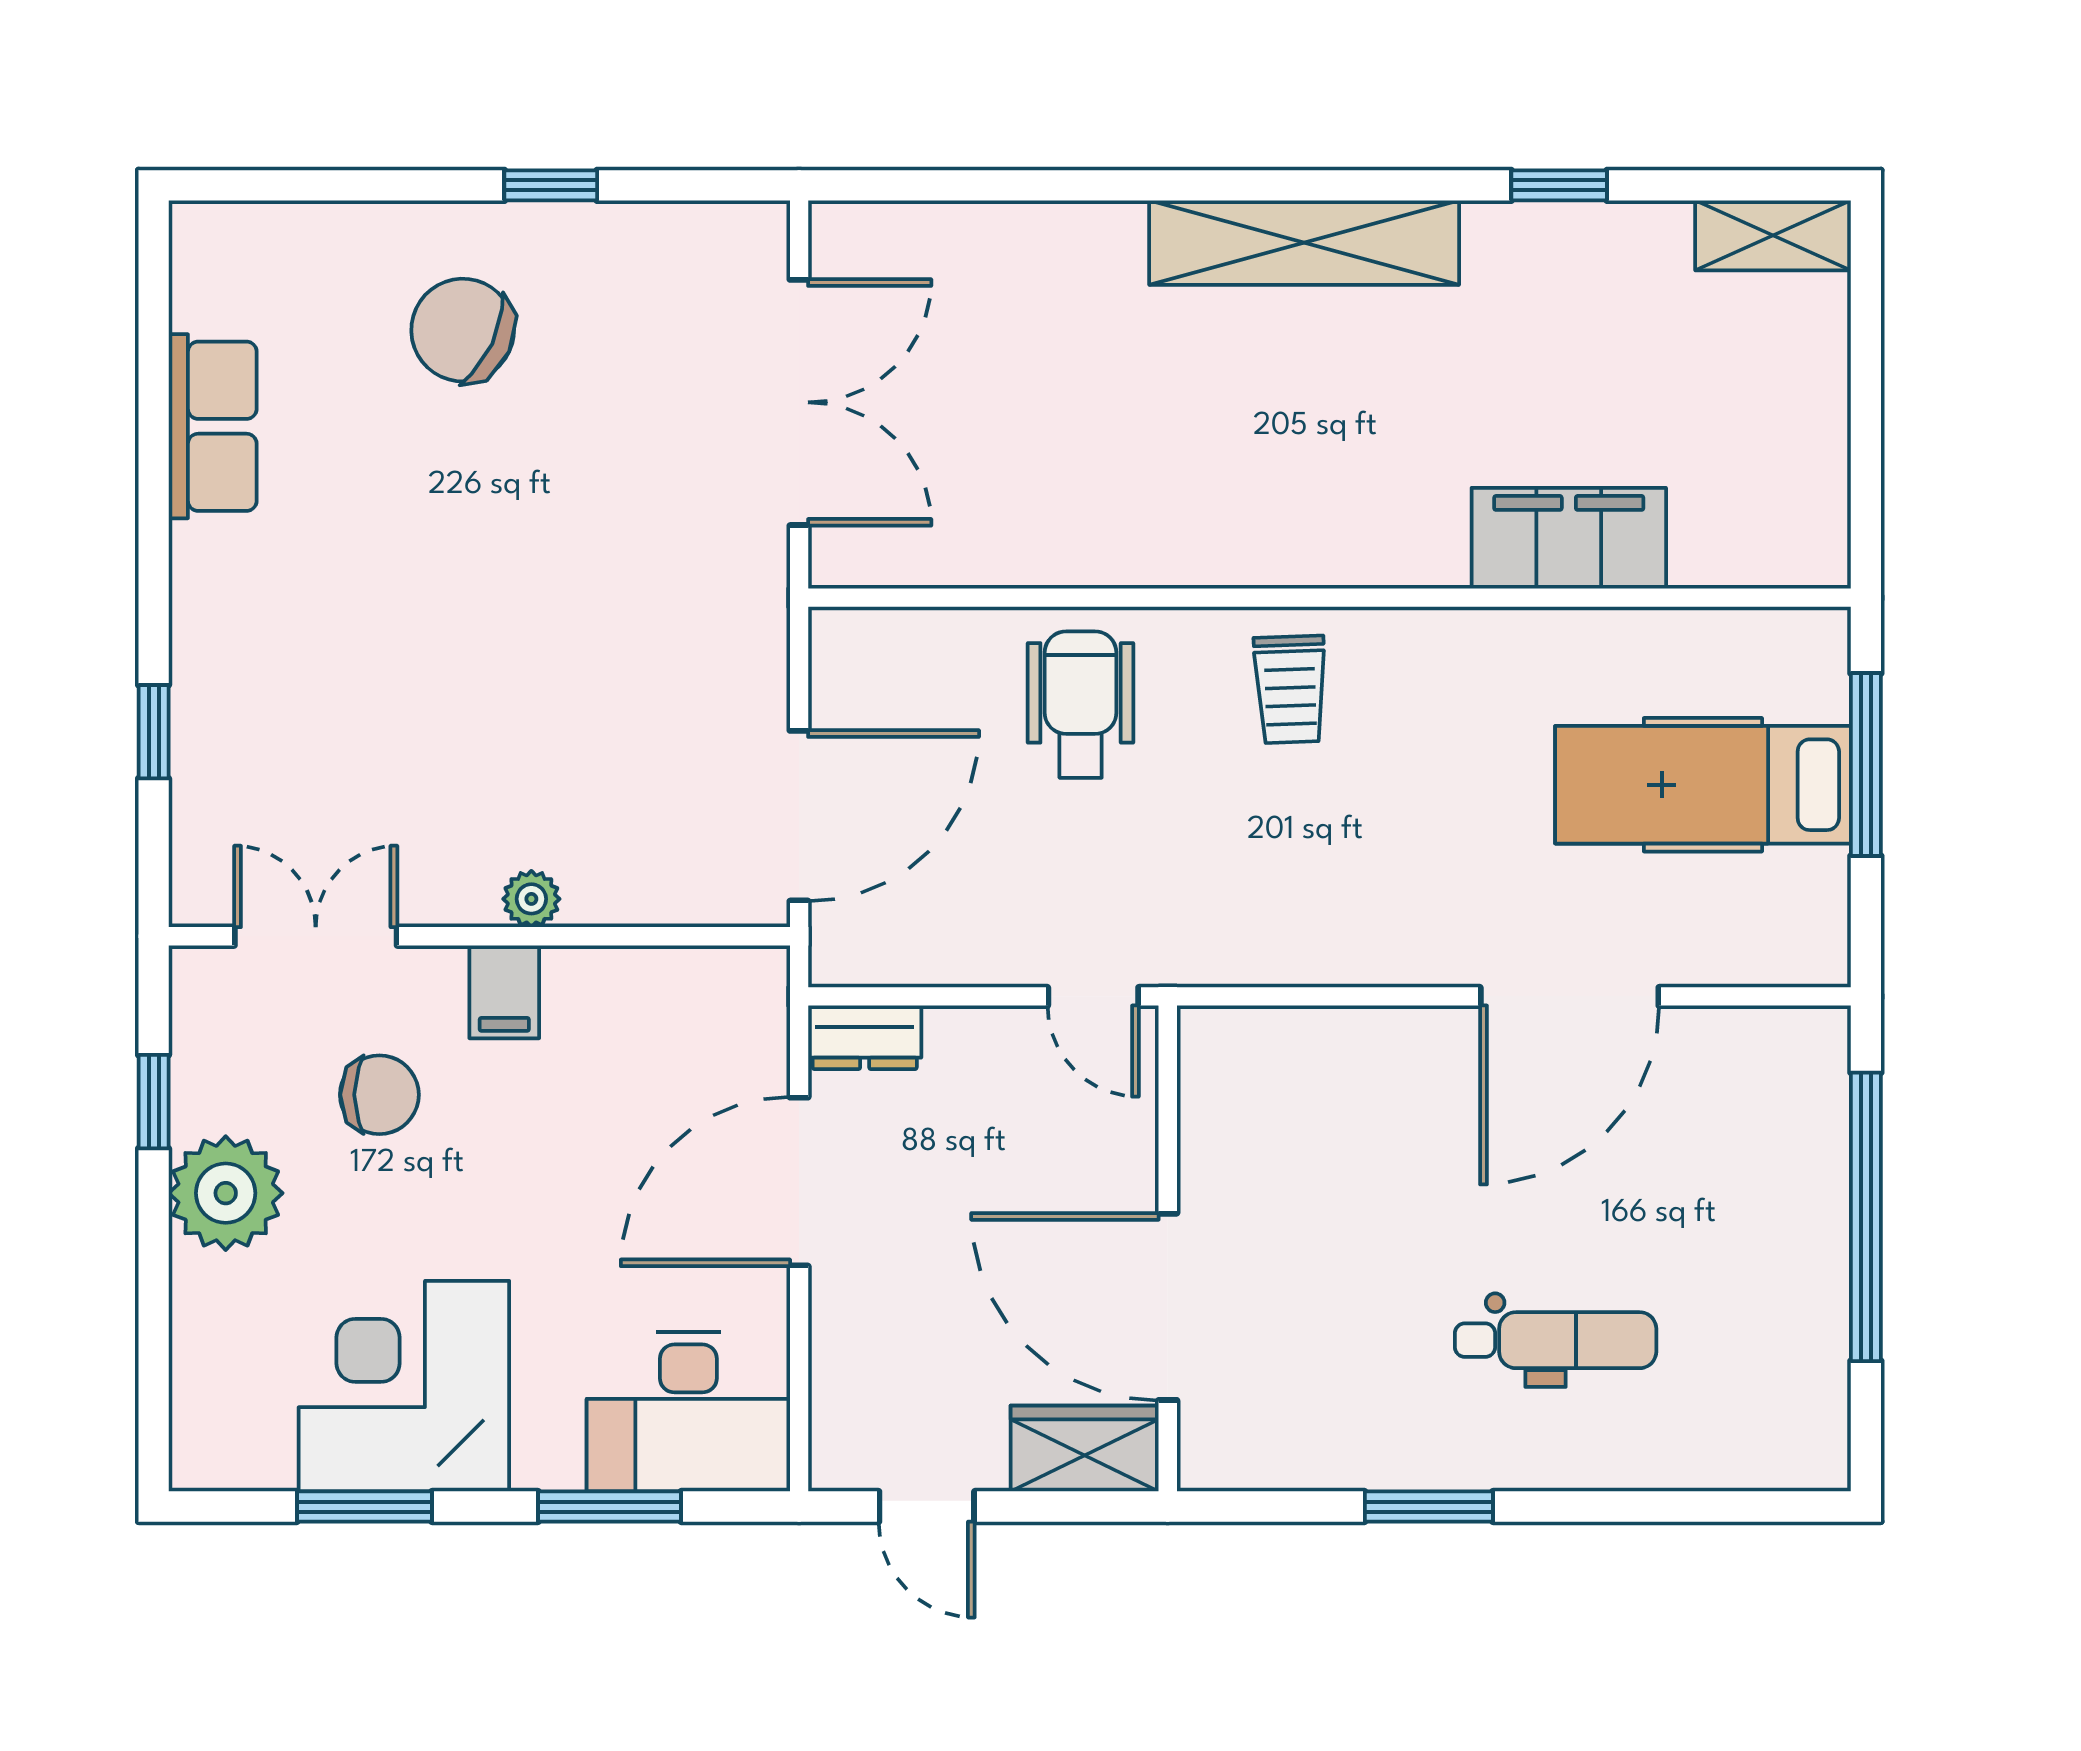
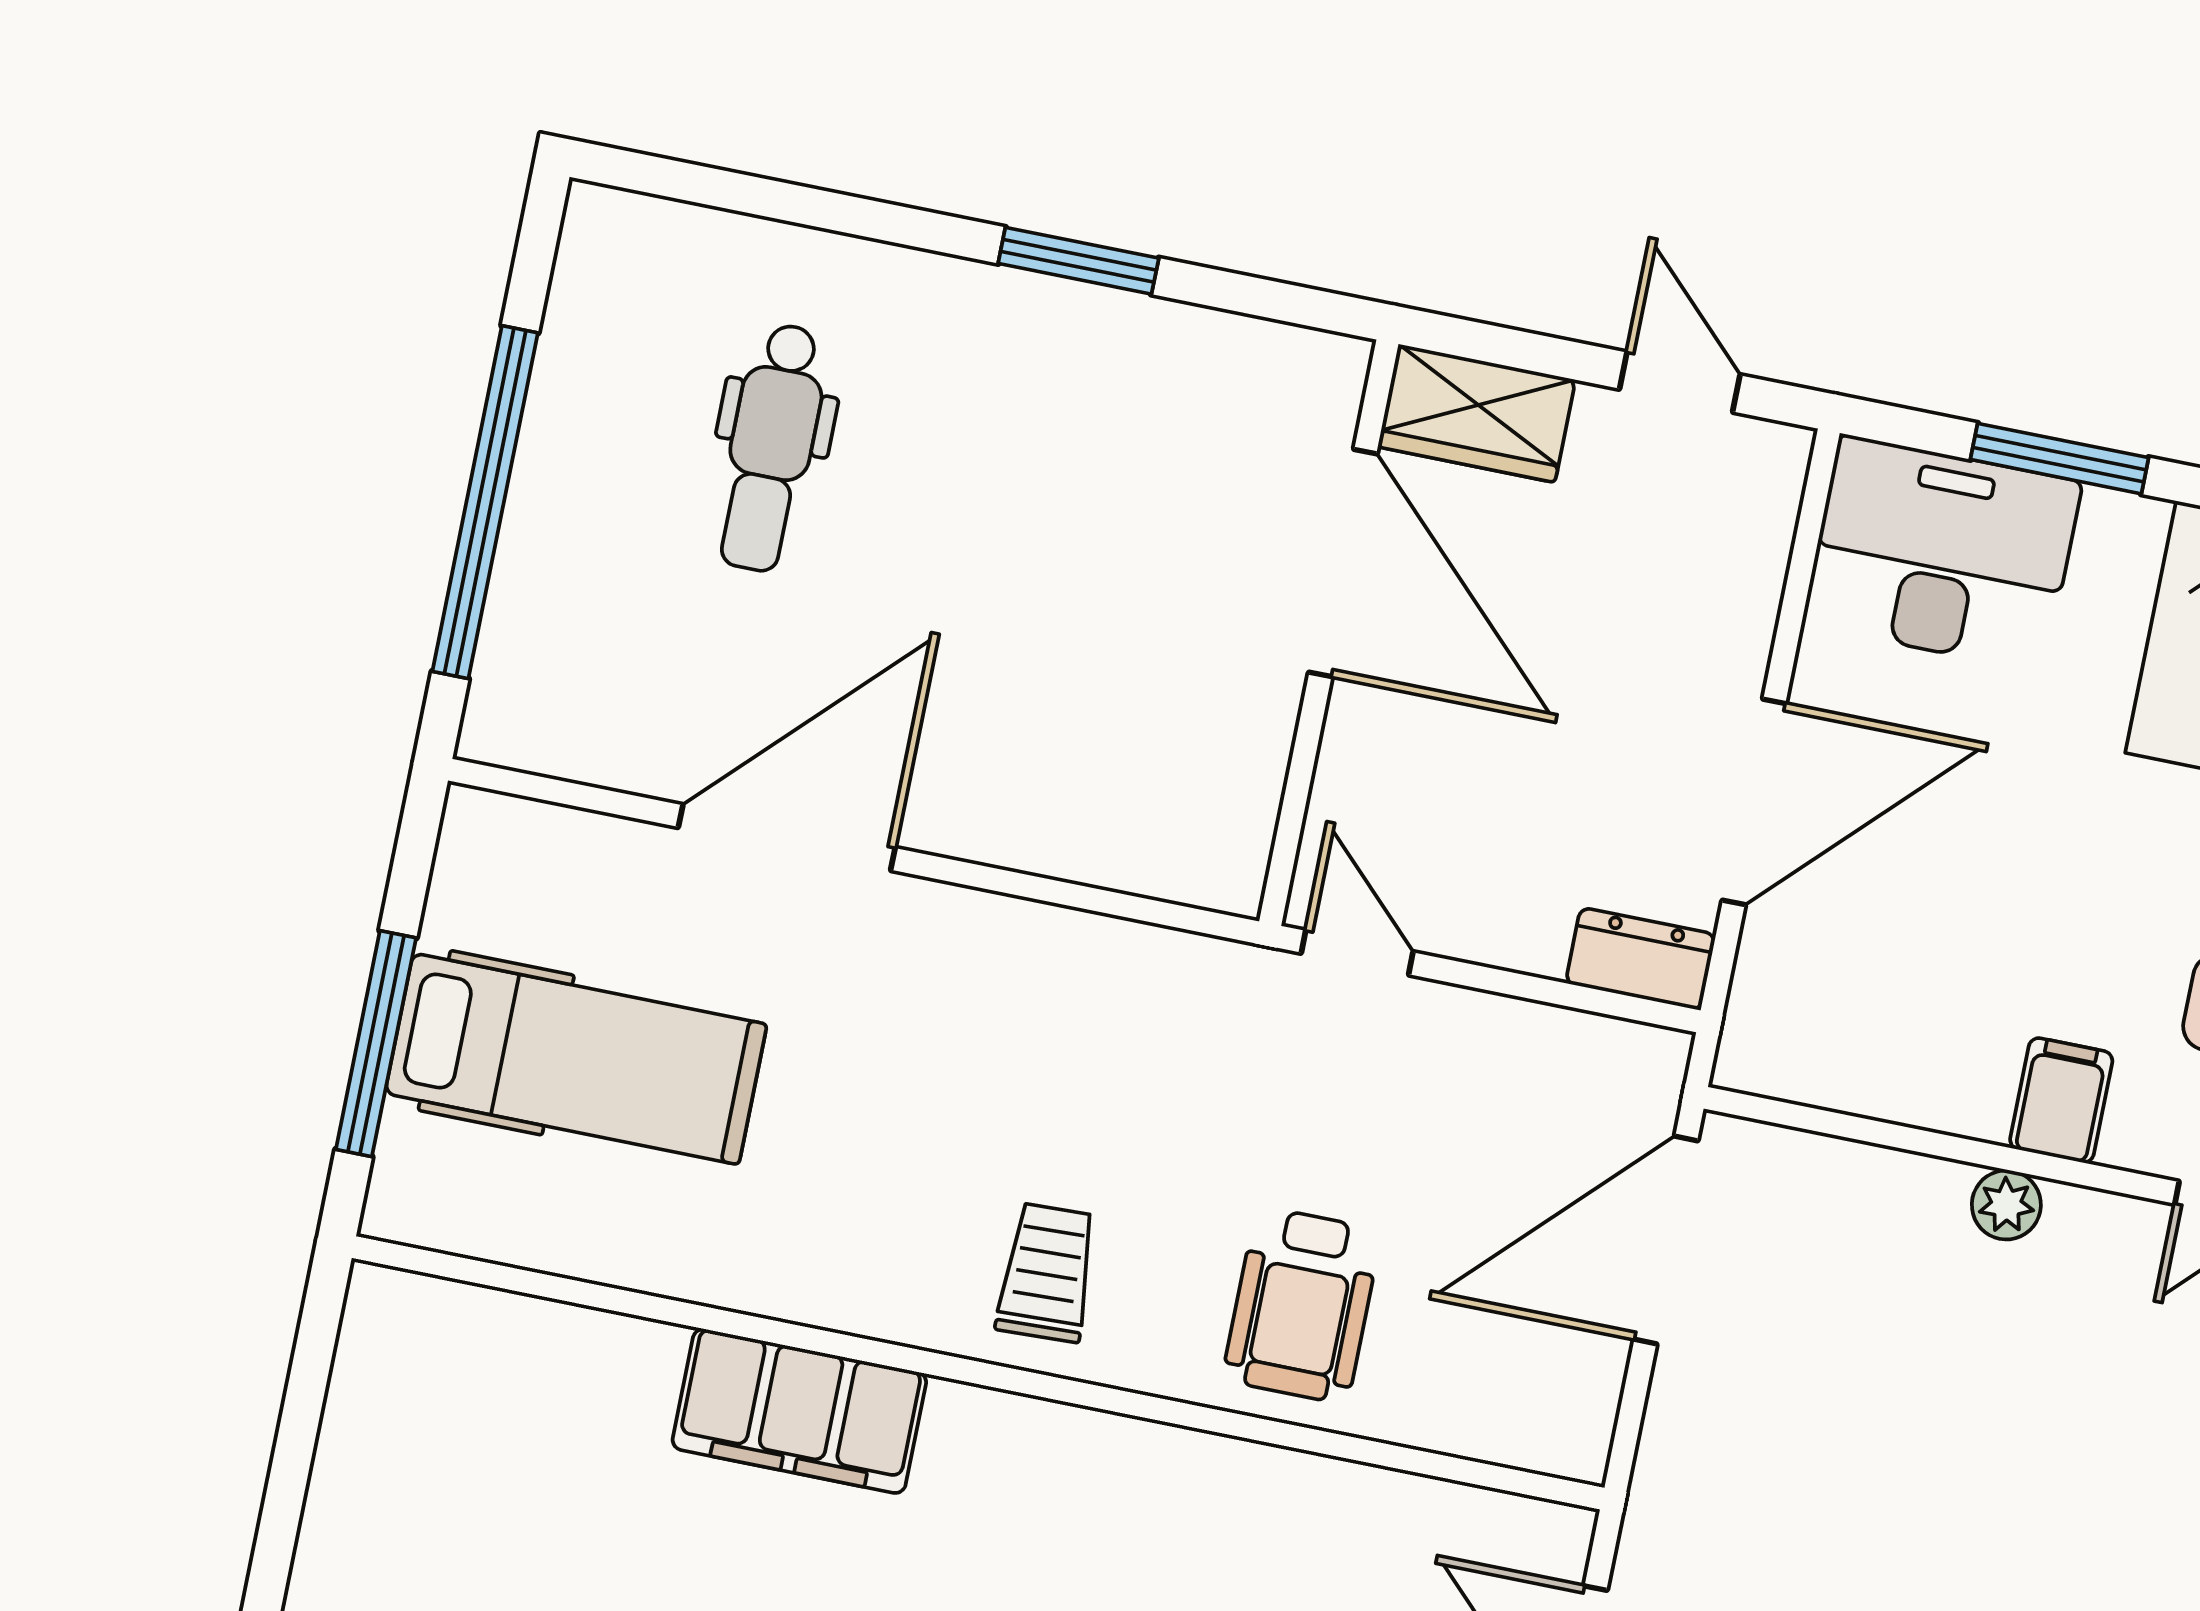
filing cabinet: (1569, 538) -> (799, 1411), moved
dental chair: (1556, 1340) -> (771, 448), moved, turned -90

